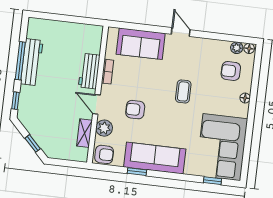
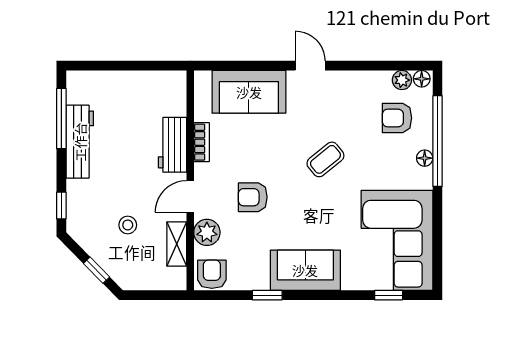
window: (20, 61) -> (61, 119), moved
window: (254, 88) -> (437, 141), added
coffee table: (183, 91) -> (325, 159), turned 51
door: (96, 104) -> (190, 196), hinge flipped
stool: (55, 118) -> (128, 225), added
armchair: (104, 154) -> (212, 274), turned -90
sofa: (155, 158) -> (305, 270), width x0.73

